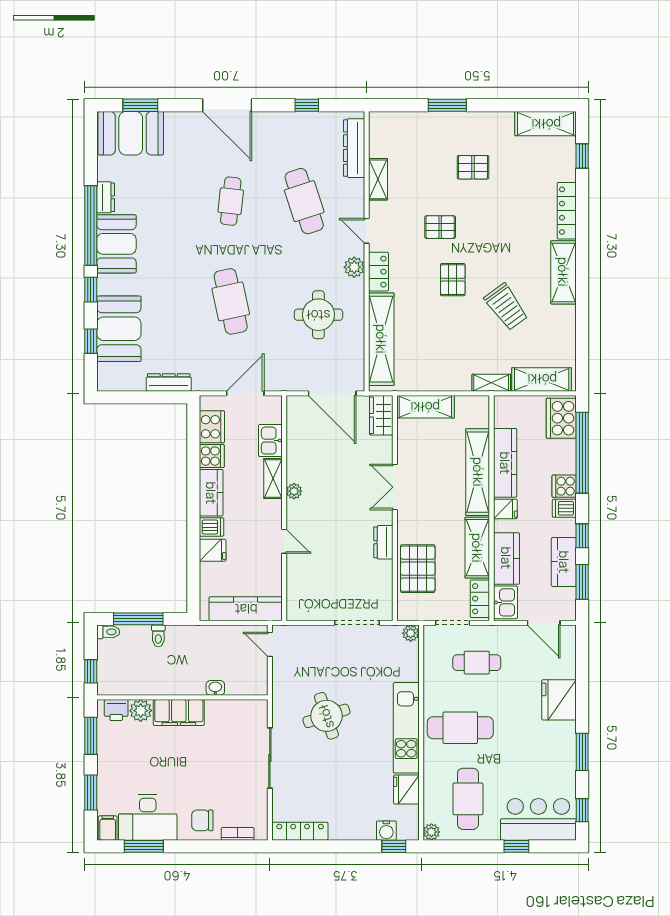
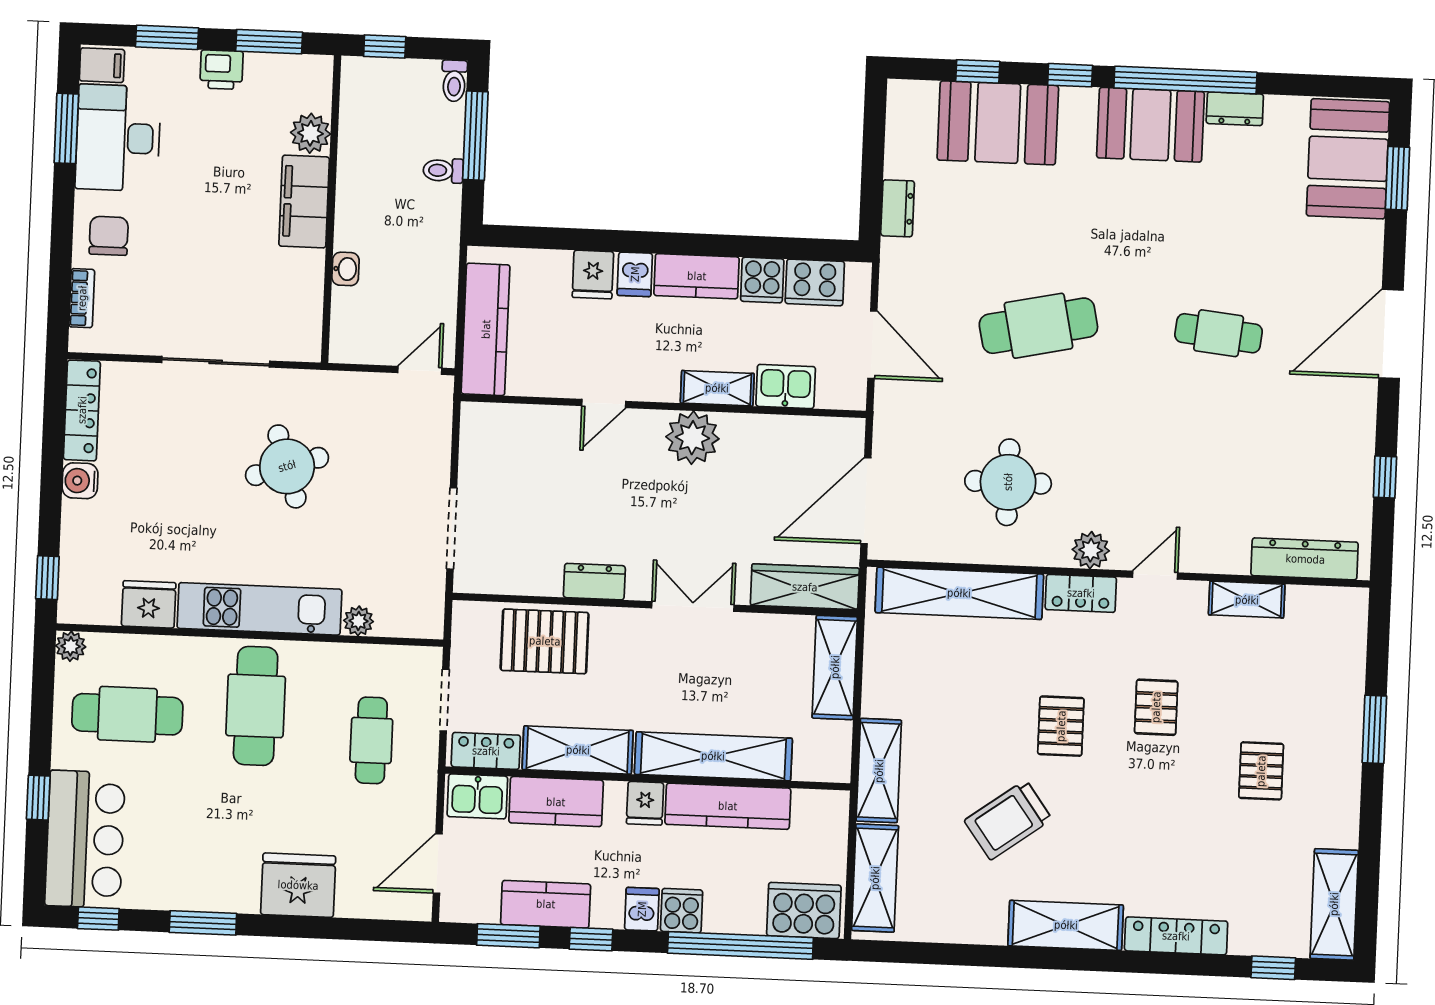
cafe table: (304, 201) -> (1213, 465), removed
pallet: (453, 280) -> (1061, 726), turned 90
dresser: (169, 382) -> (898, 208), width x0.70
shelving: (491, 383) -> (879, 771), width x1.50, depth x1.33
wardrobe: (381, 415) -> (805, 587), width x1.50
plant: (294, 491) -> (692, 438), width x1.87, depth x1.87
plant: (411, 633) -> (359, 621), moved
printer: (116, 710) -> (222, 70), moved, turned -90
water cooler: (386, 831) -> (80, 481), moved

